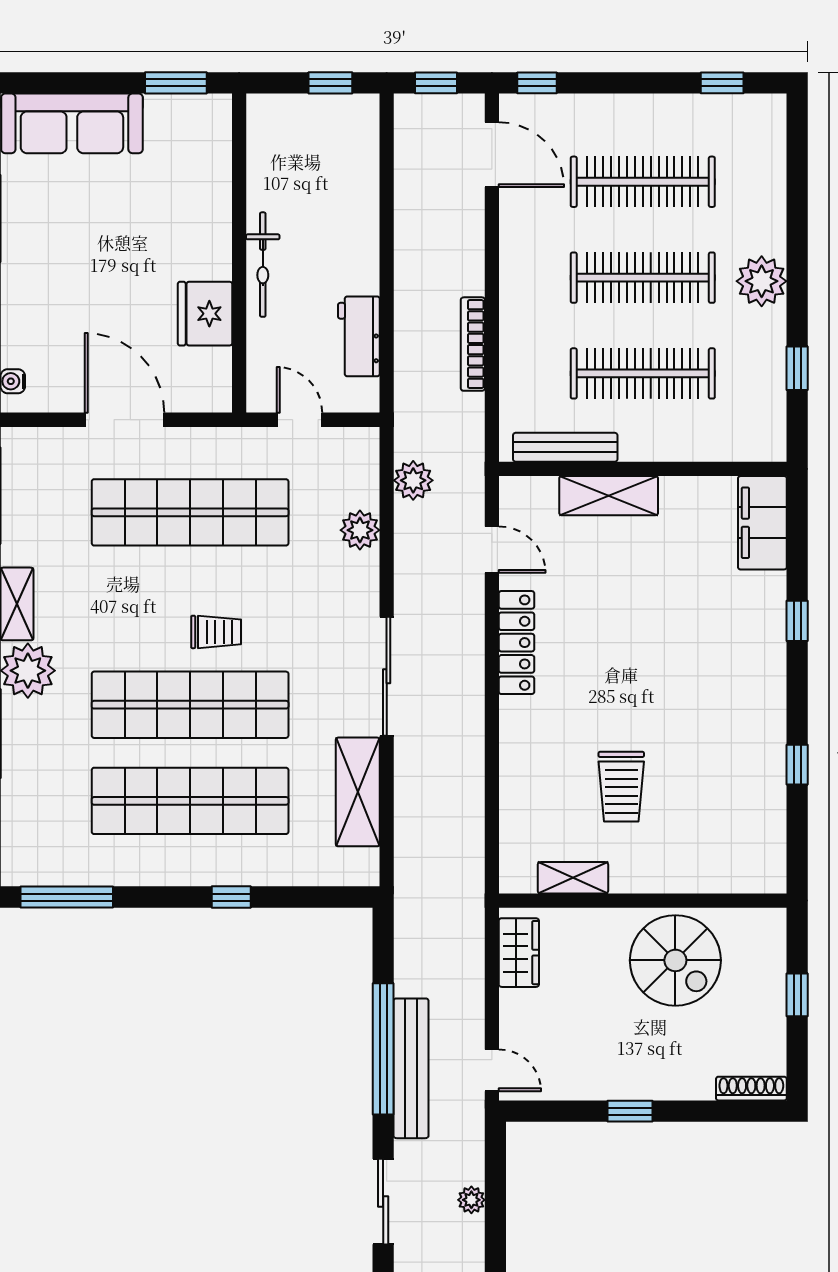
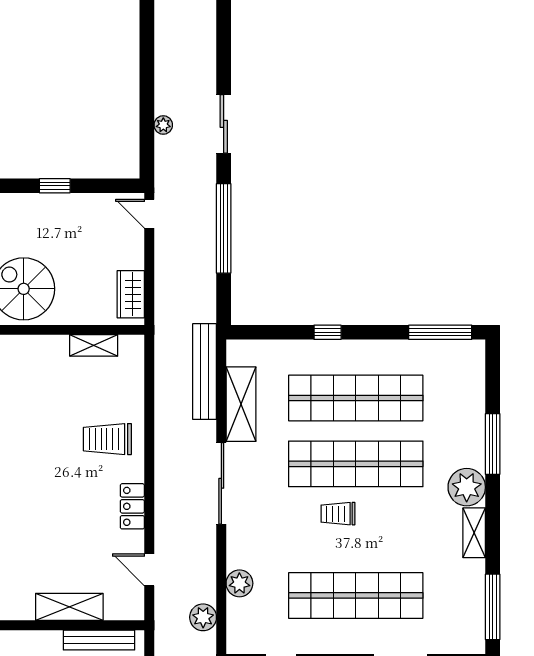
locker: (517, 643) -> (132, 506), width x0.66
trolley: (621, 787) -> (107, 439), moved, turned -90
bench: (411, 1068) -> (205, 372), moved

